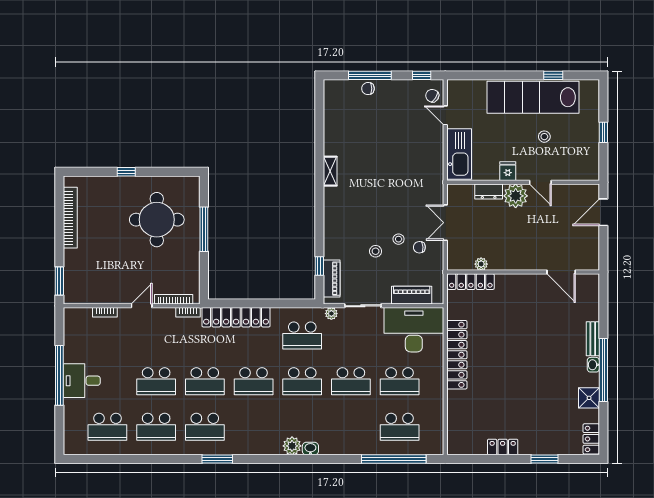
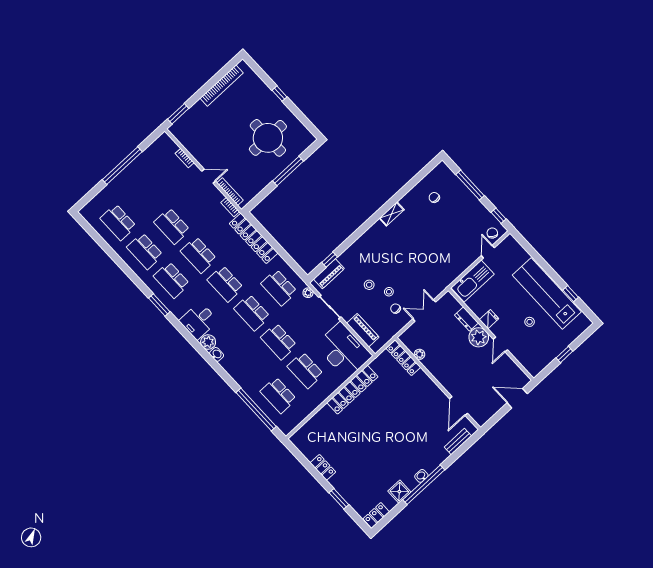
chair: (368, 89) -> (434, 197), moved
bench: (593, 339) -> (458, 442), moved
desk: (82, 381) -> (199, 321), moved, turned -90

